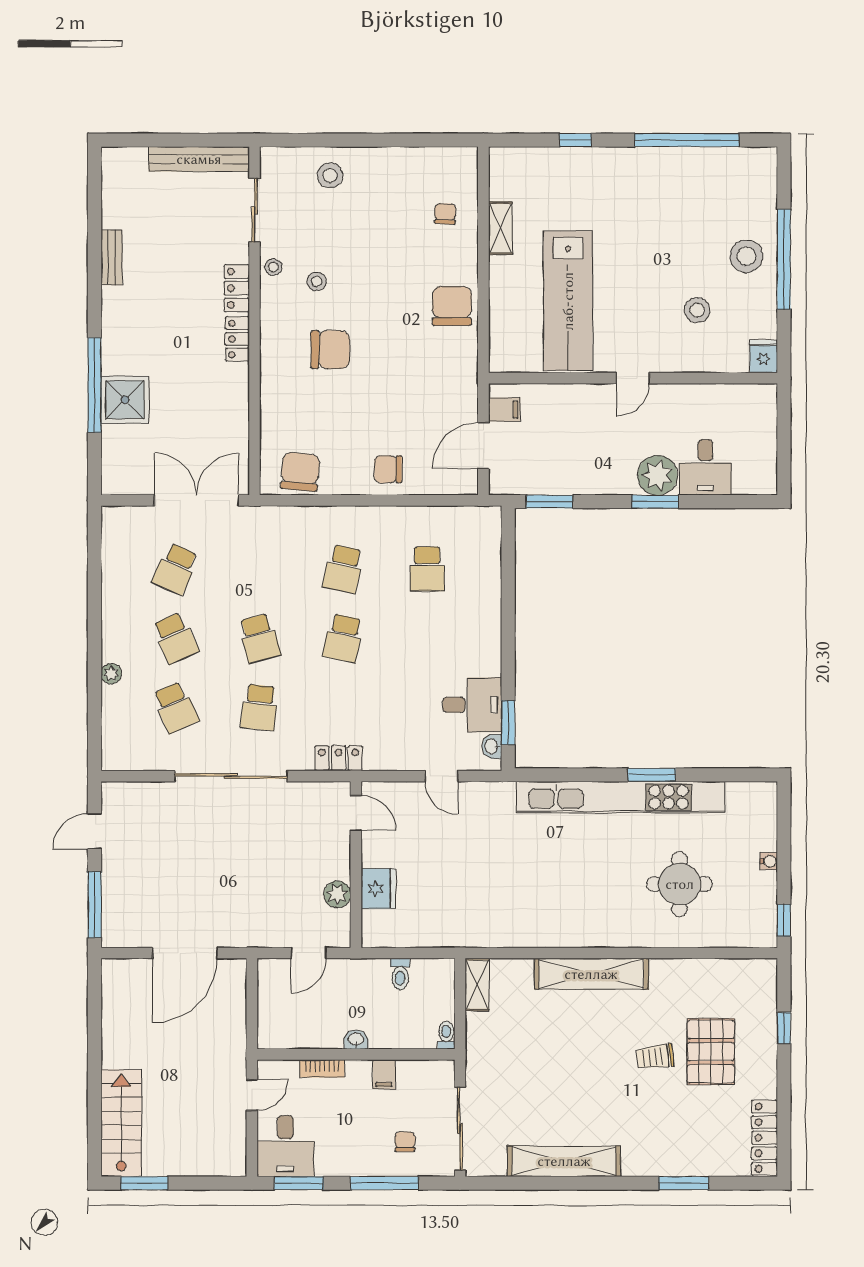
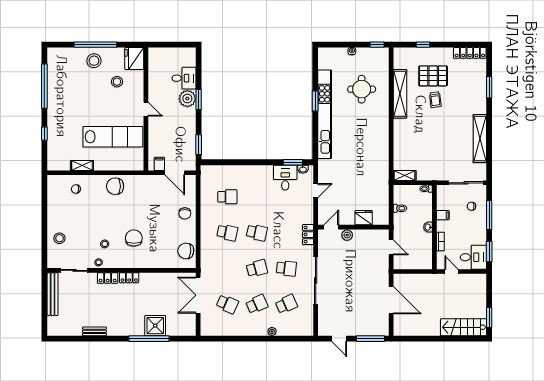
fridge: (764, 356) -> (134, 59), width x1.88, depth x1.34
plant: (337, 894) -> (347, 235), moved
shelving: (591, 974) -> (400, 94), moved

